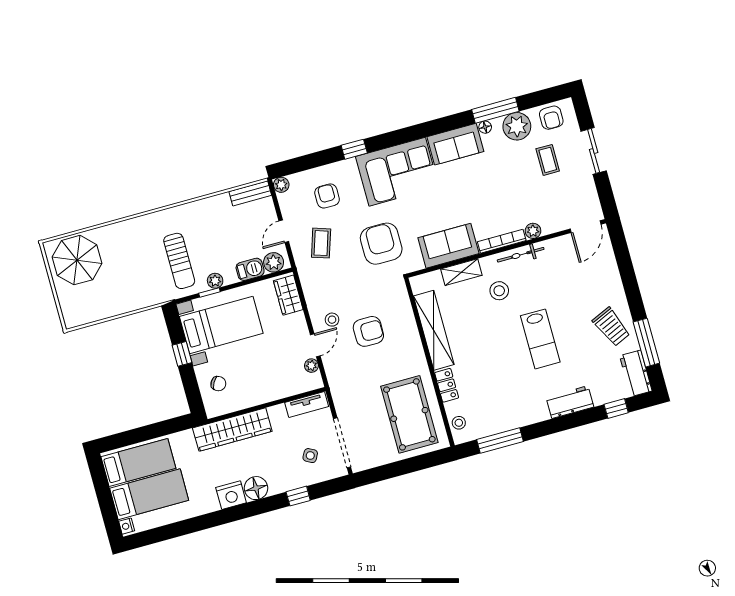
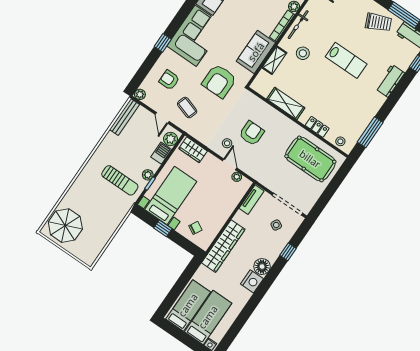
bench: (250, 193) -> (124, 117), width x1.36
armchair: (381, 244) -> (219, 81), turned -90
shelving: (434, 330) -> (286, 103), width x0.68

